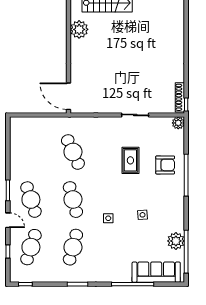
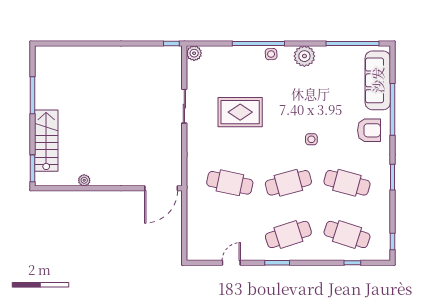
plant: (79, 29) -> (84, 180), width x0.53, depth x0.53
shoe rack: (180, 97) -> (163, 51), removed
cafe table: (73, 152) -> (230, 183), turned 36
rug: (130, 160) -> (240, 112), width x1.36, depth x1.43
armchair: (165, 165) -> (369, 130), moved, turned 90
side table: (143, 215) -> (271, 54), moved
door: (8, 220) -> (231, 263), moved
plant: (176, 241) -> (304, 56), moved

